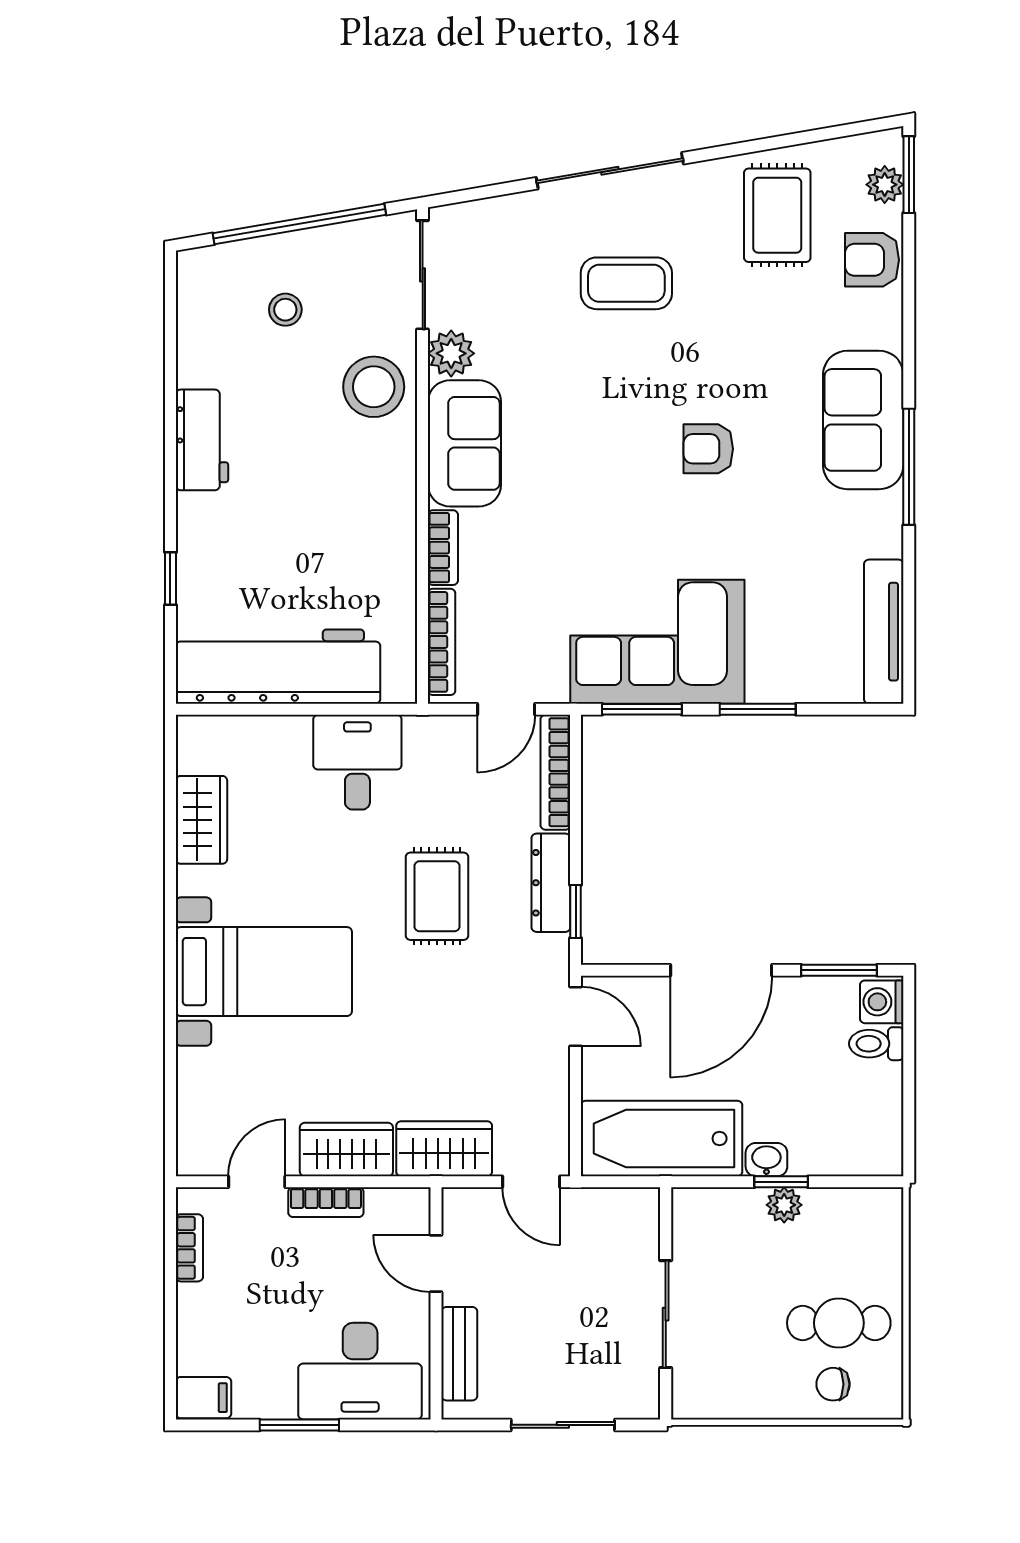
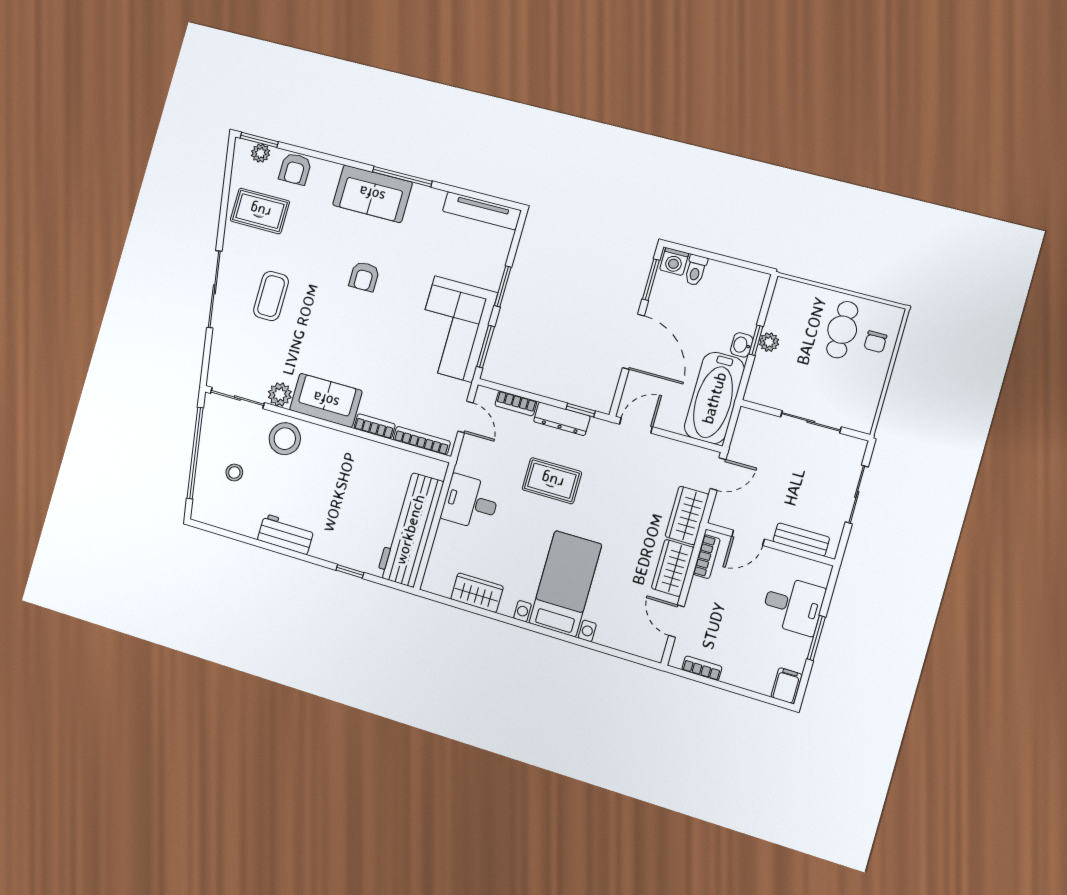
bookcase: (555, 772) -> (516, 403), width x0.64
bookcase: (326, 1202) -> (707, 557), moved
desk: (360, 1371) -> (793, 605), width x0.73

